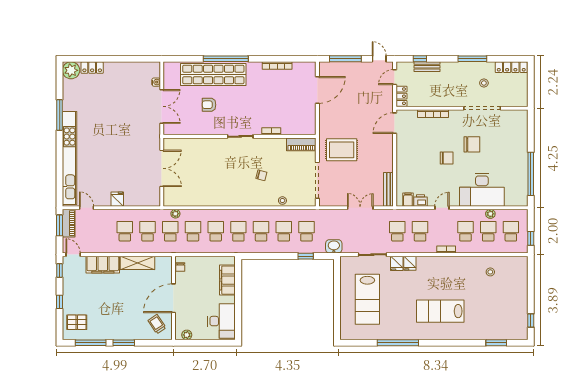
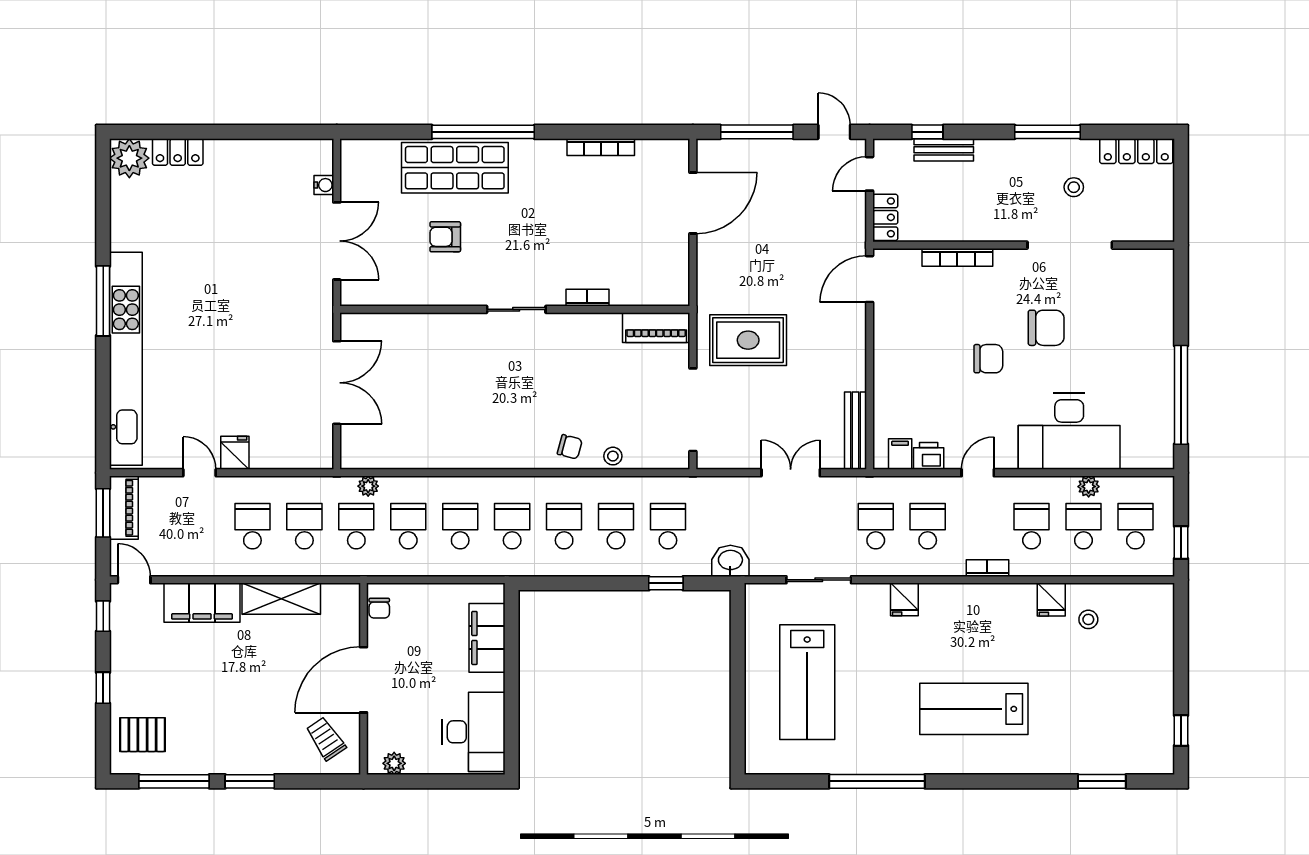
shop shelf: (213, 74) -> (455, 168), width x0.71
window: (60, 115) -> (103, 301), moved
chair: (261, 175) -> (570, 447), moved
door: (87, 208) -> (199, 473), moved
fridge: (397, 263) -> (1051, 600), moved

